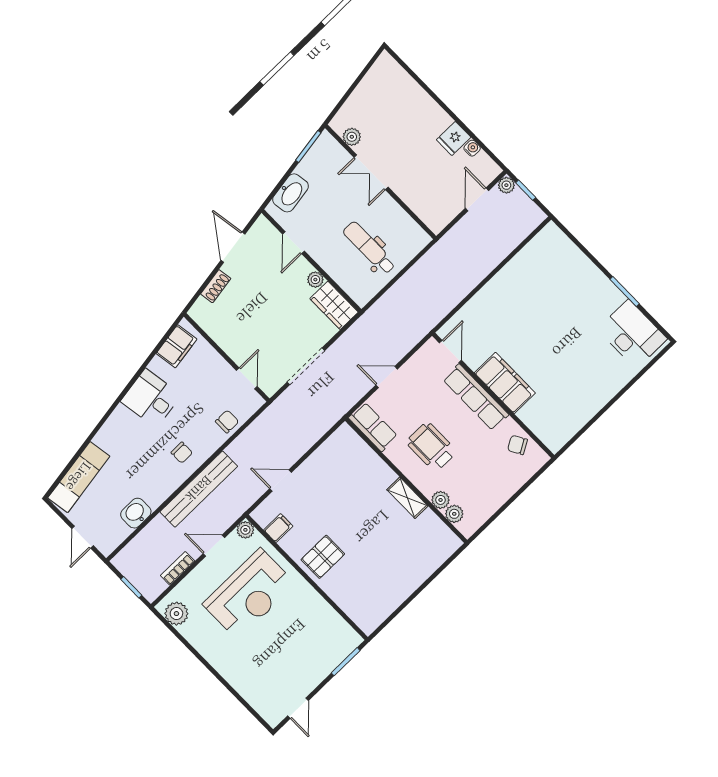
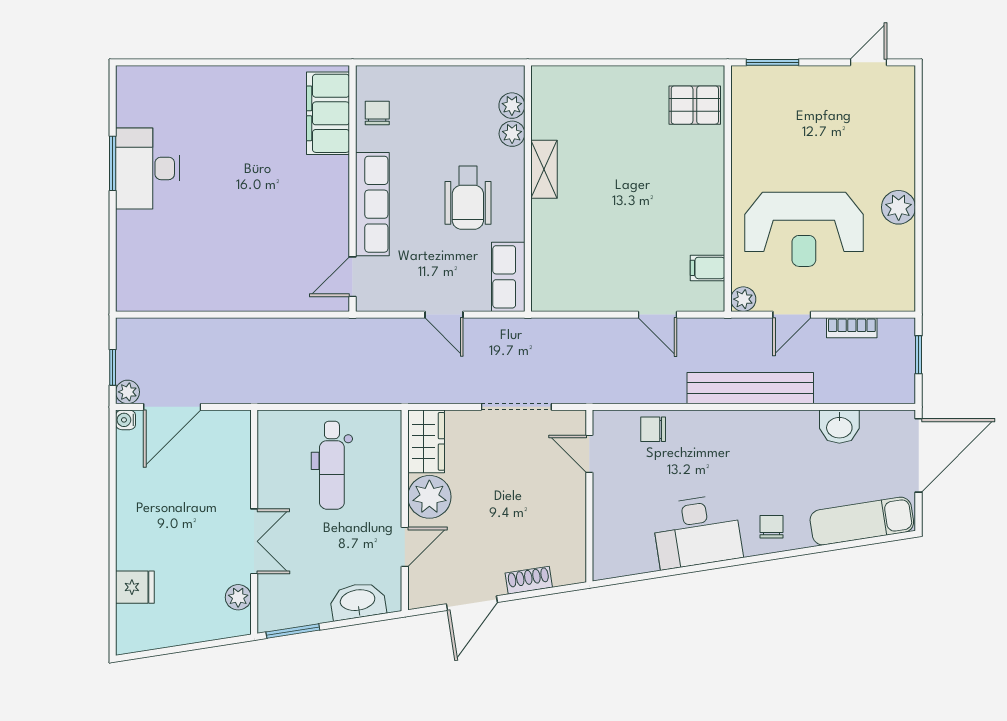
fridge: (454, 138) -> (135, 587), moved
water cooler: (472, 148) -> (126, 420), moved
door: (477, 199) -> (172, 407), width x1.38
plant: (315, 280) -> (429, 497), width x1.87, depth x1.87
desk: (632, 334) -> (148, 168), moved
filing cabinet: (176, 346) -> (630, 558), removed
door: (247, 378) -> (589, 454), hinge flipped
filing cabinet: (505, 383) -> (328, 113), moved
desk: (151, 398) -> (697, 532), width x1.37
chair: (517, 445) -> (377, 113), turned -150
chair: (182, 453) -> (772, 527), moved
door: (83, 537) -> (919, 455), width x1.87
door: (214, 546) -> (792, 315), hinge flipped
pallet: (323, 557) -> (695, 105), moved
reception desk: (249, 594) -> (804, 229), turned 180
plant: (176, 614) -> (899, 207), moved

